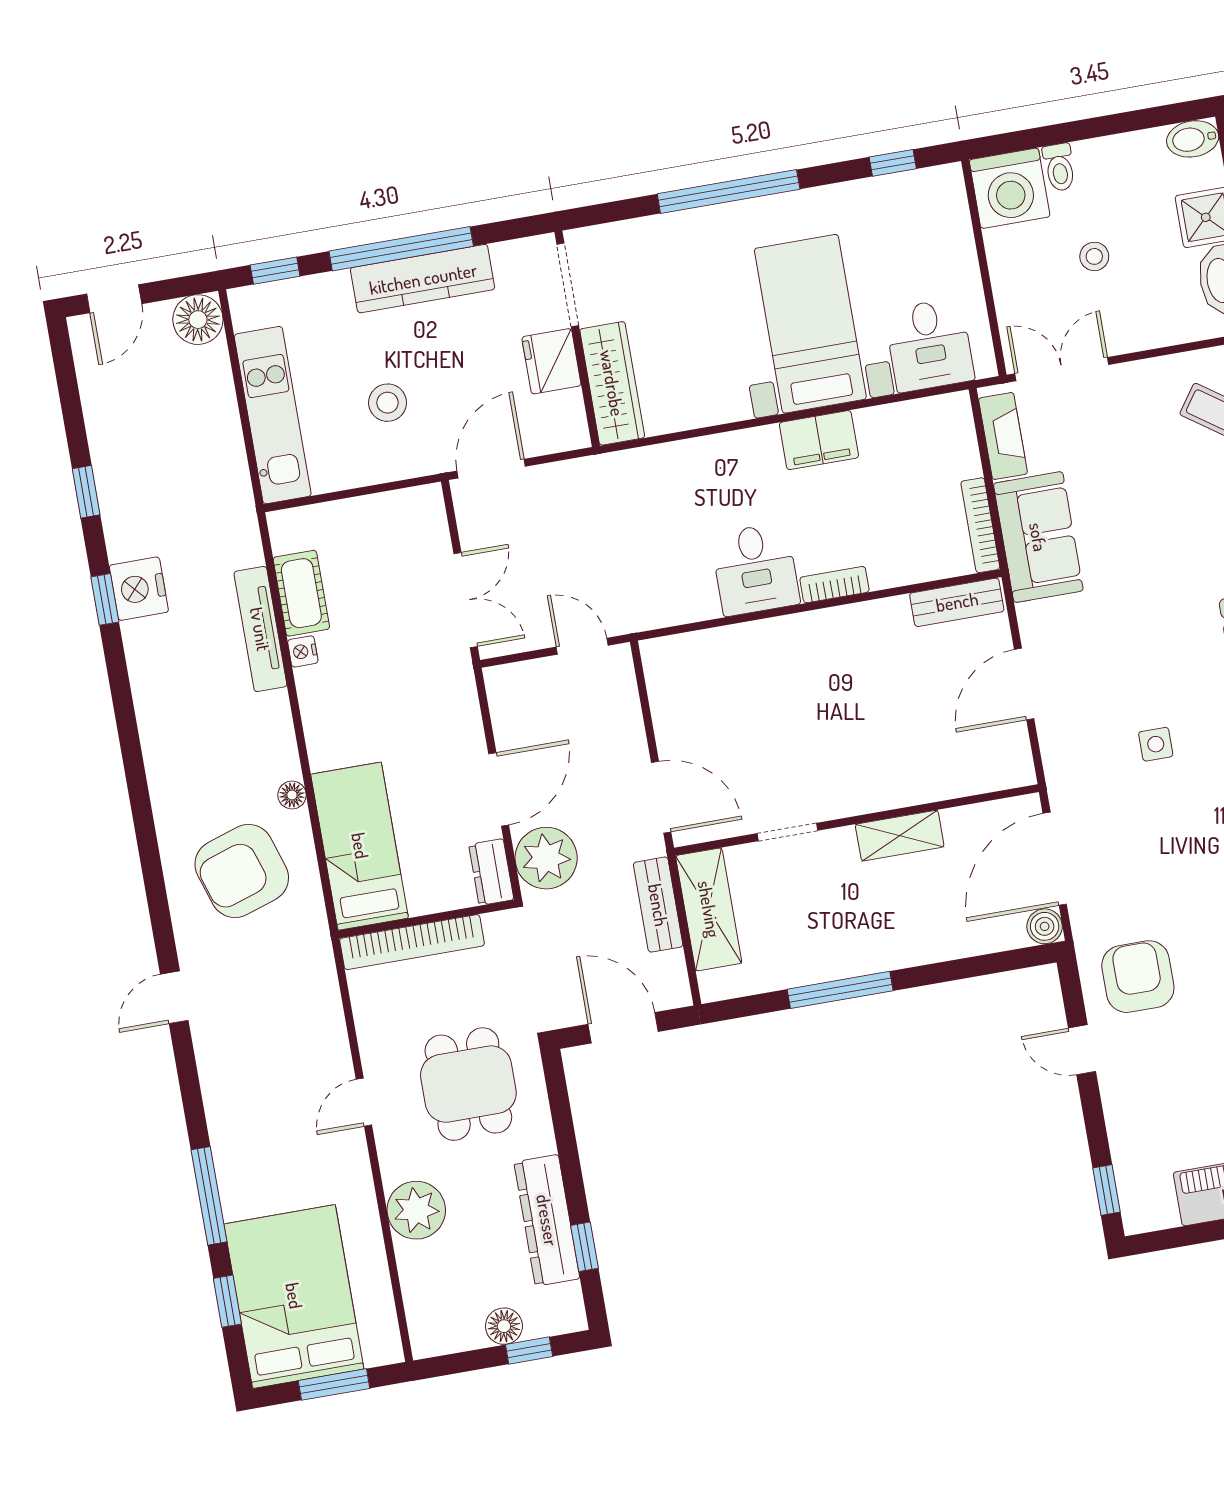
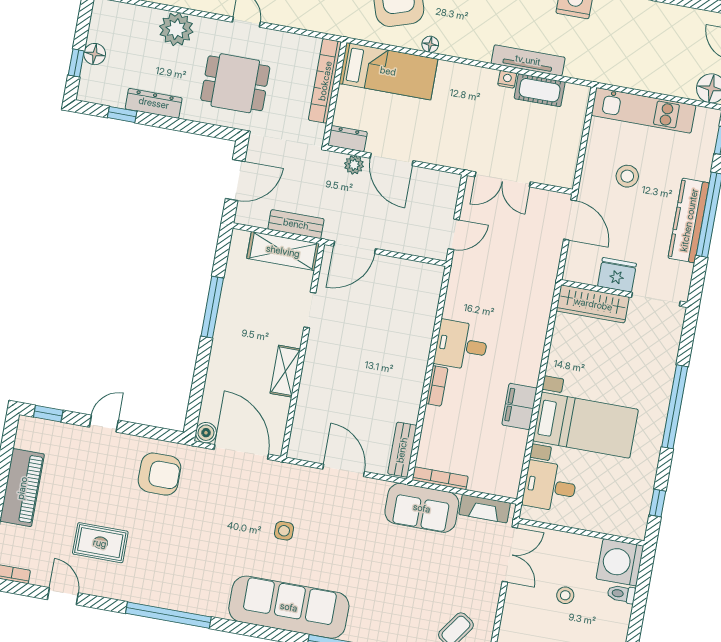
plant: (546, 858) -> (354, 165), width x0.53, depth x0.53
door: (1082, 1050) -> (104, 424), moved
dresser: (547, 1220) -> (154, 103), width x0.73, depth x0.80

